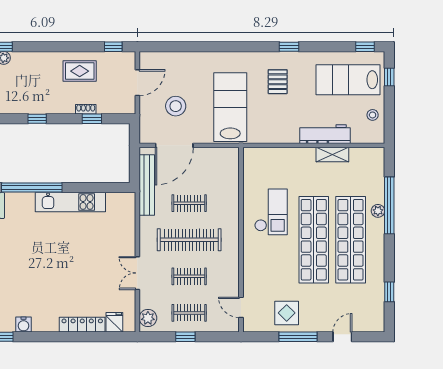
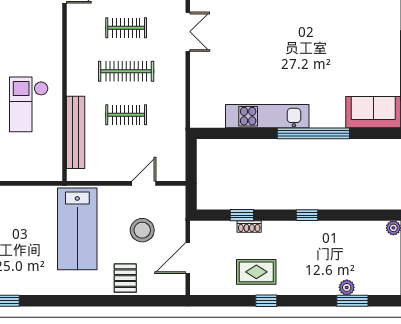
window: (113, 47) -> (266, 301), moved
pallet: (278, 82) -> (125, 278), moved
door: (174, 145) -> (144, 183), width x0.53
bench: (147, 185) -> (76, 132), moved
clothes rail: (189, 240) -> (126, 71), width x0.73, depth x0.76

